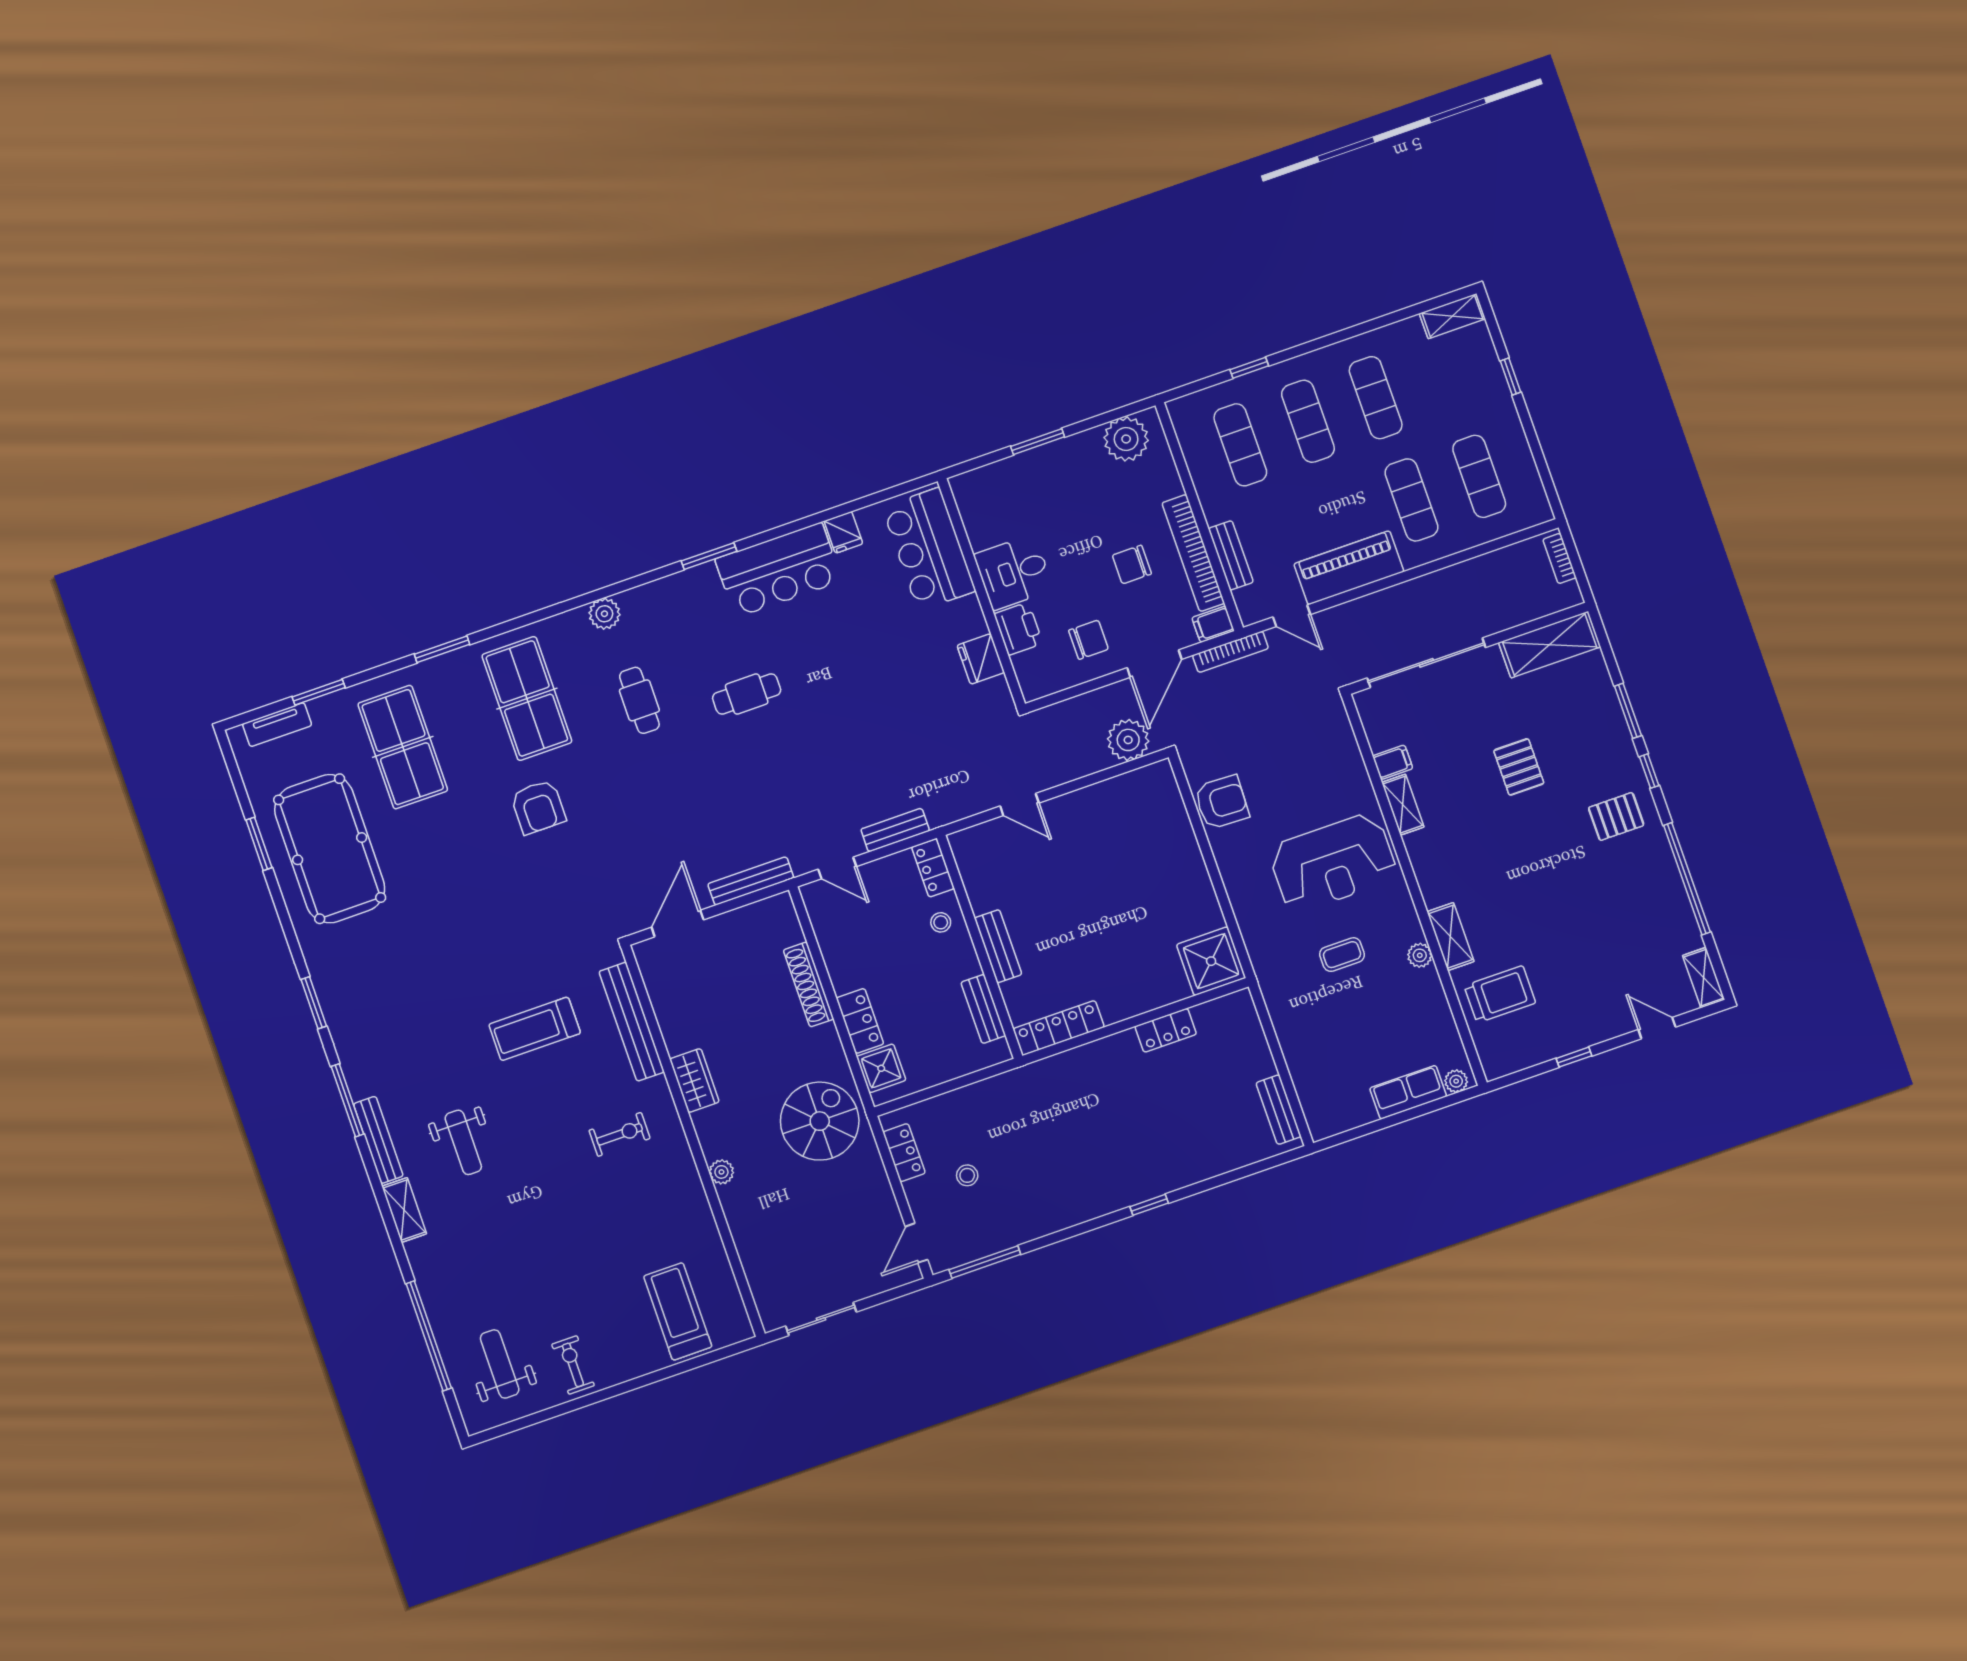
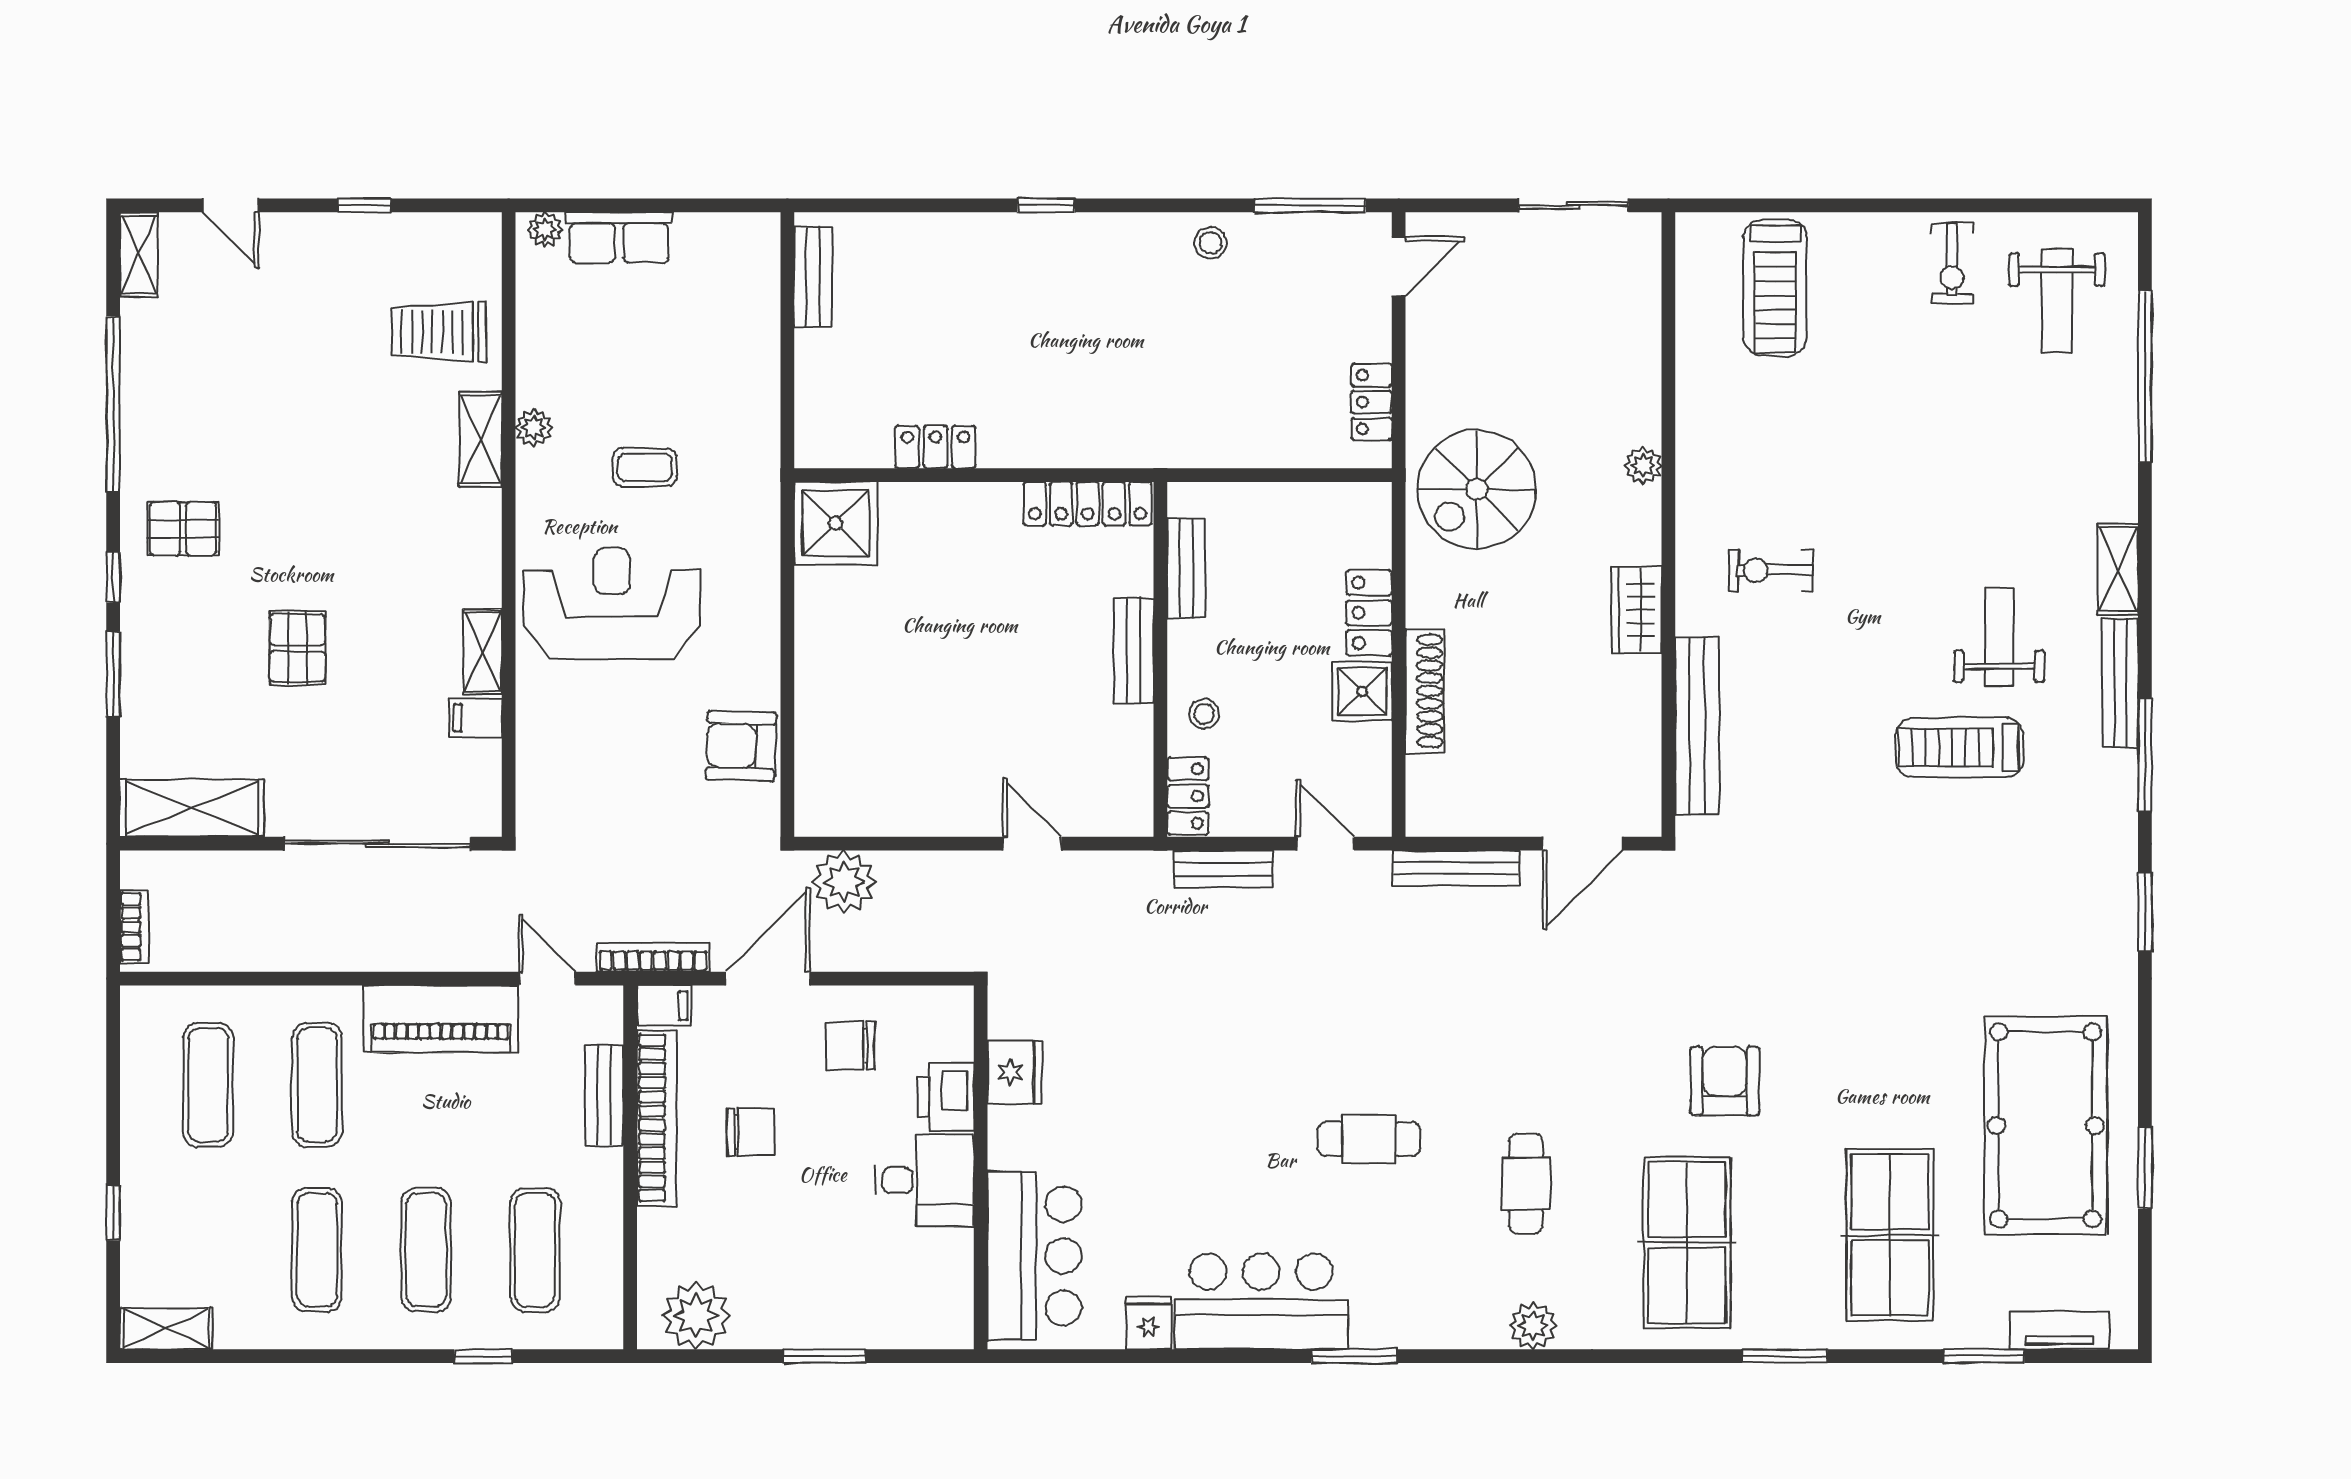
treadmill: (535, 1029) -> (1960, 748), moved, turned 180
shower: (881, 1068) -> (1362, 691), moved
stool: (967, 1175) -> (1211, 243), moved

